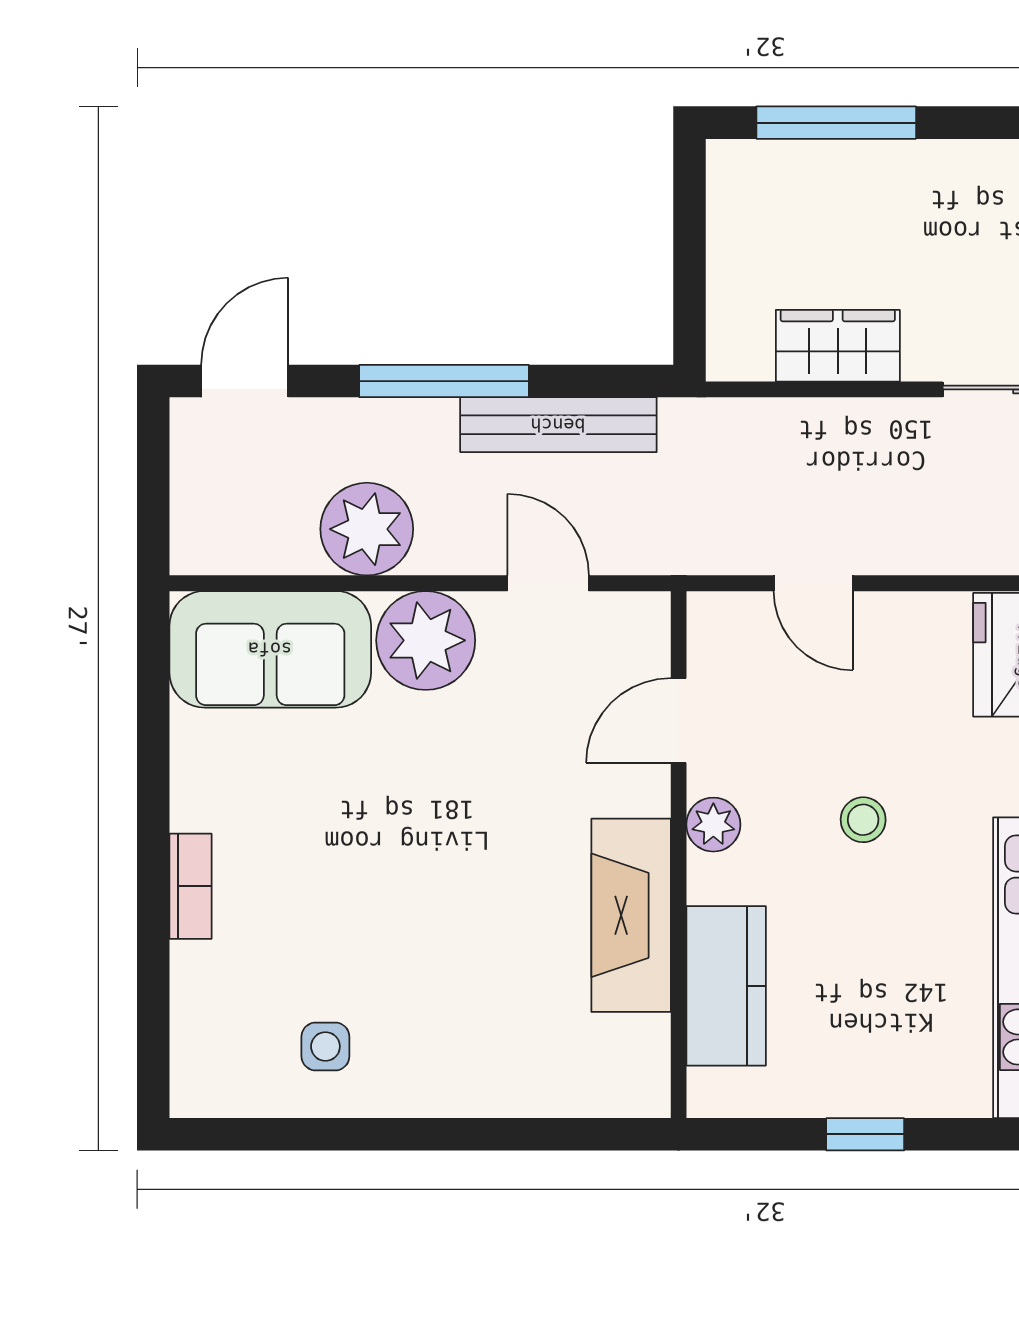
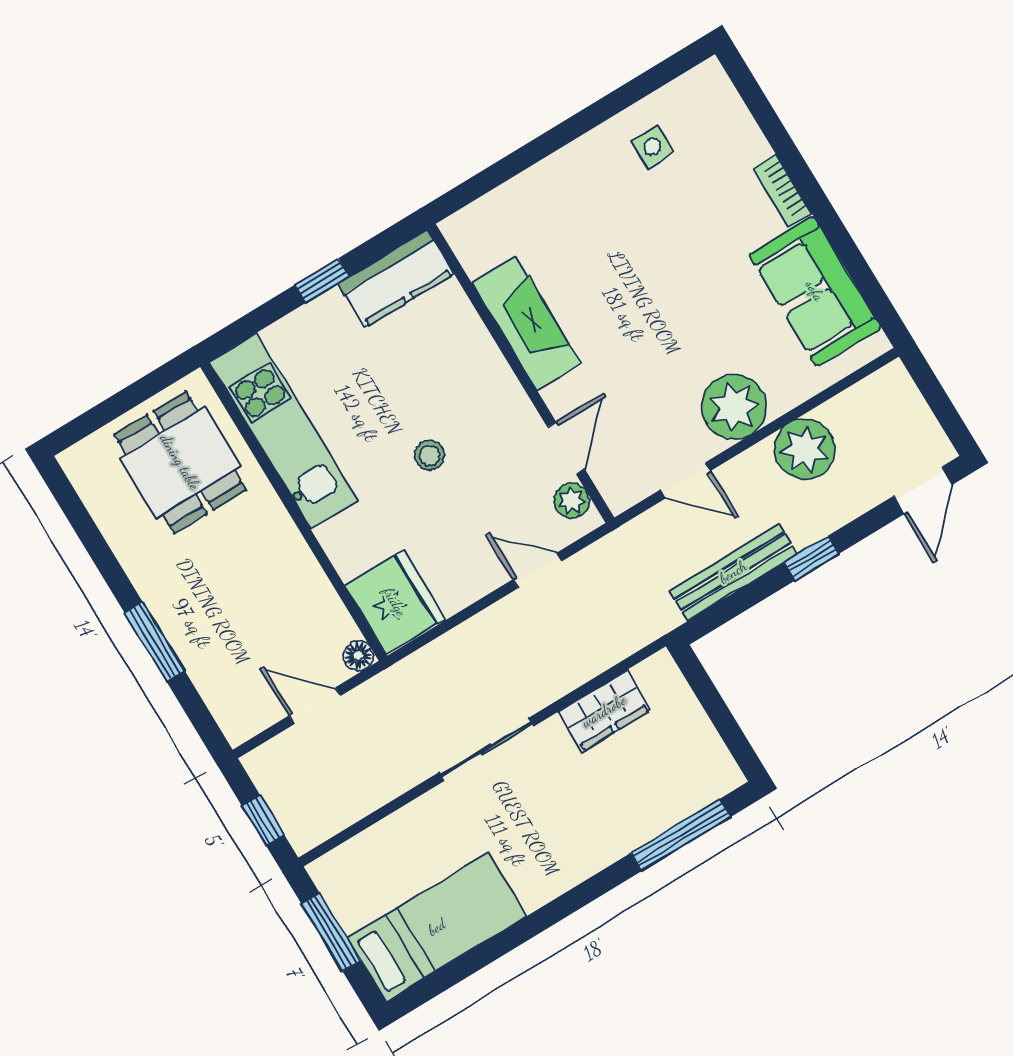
window: (444, 381) -> (812, 558), width x0.46
sofa: (270, 649) -> (815, 291), moved, turned -90
plant: (713, 825) -> (572, 501), moved
kitchen counter: (726, 986) -> (396, 278), moved, turned -90

